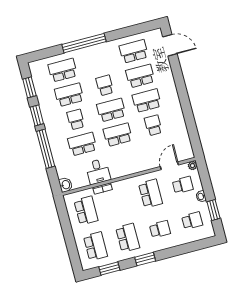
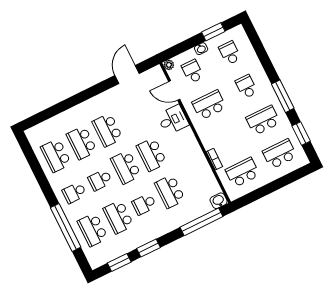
window: (84, 43) -> (66, 227), moved
door: (170, 45) -> (127, 74), moved
school desk: (153, 125) -> (74, 193), moved
window: (46, 149) -> (201, 222), moved
desk: (98, 171) -> (173, 120), moved
window: (145, 259) -> (283, 96), width x1.44

